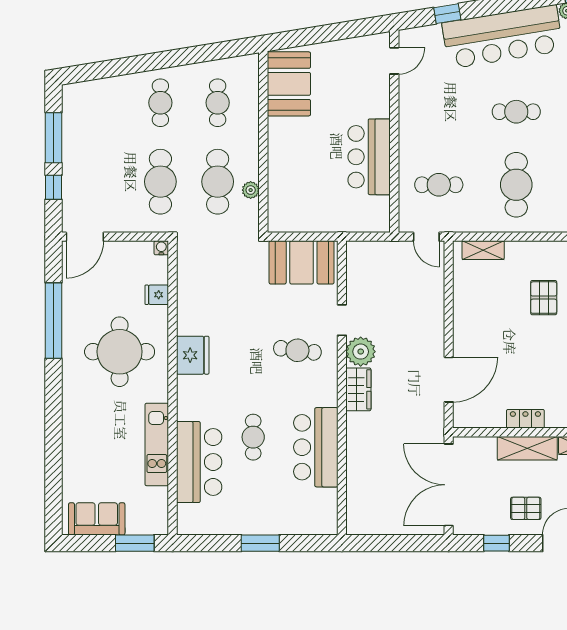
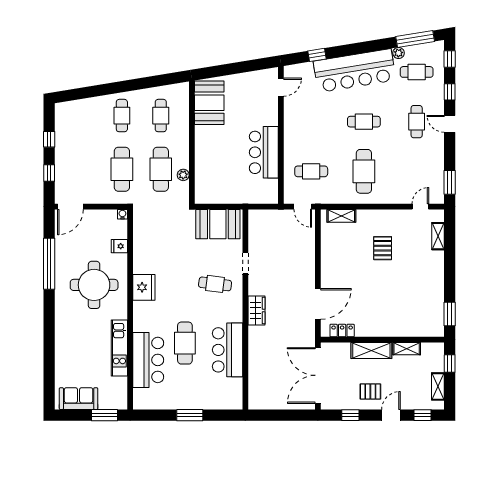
window: (54, 138) -> (49, 139), width x0.46
plant: (361, 352) -> (258, 285), removed
locker: (525, 419) -> (342, 331), moved
cafe table: (253, 437) -> (185, 343), width x1.37, depth x1.35

